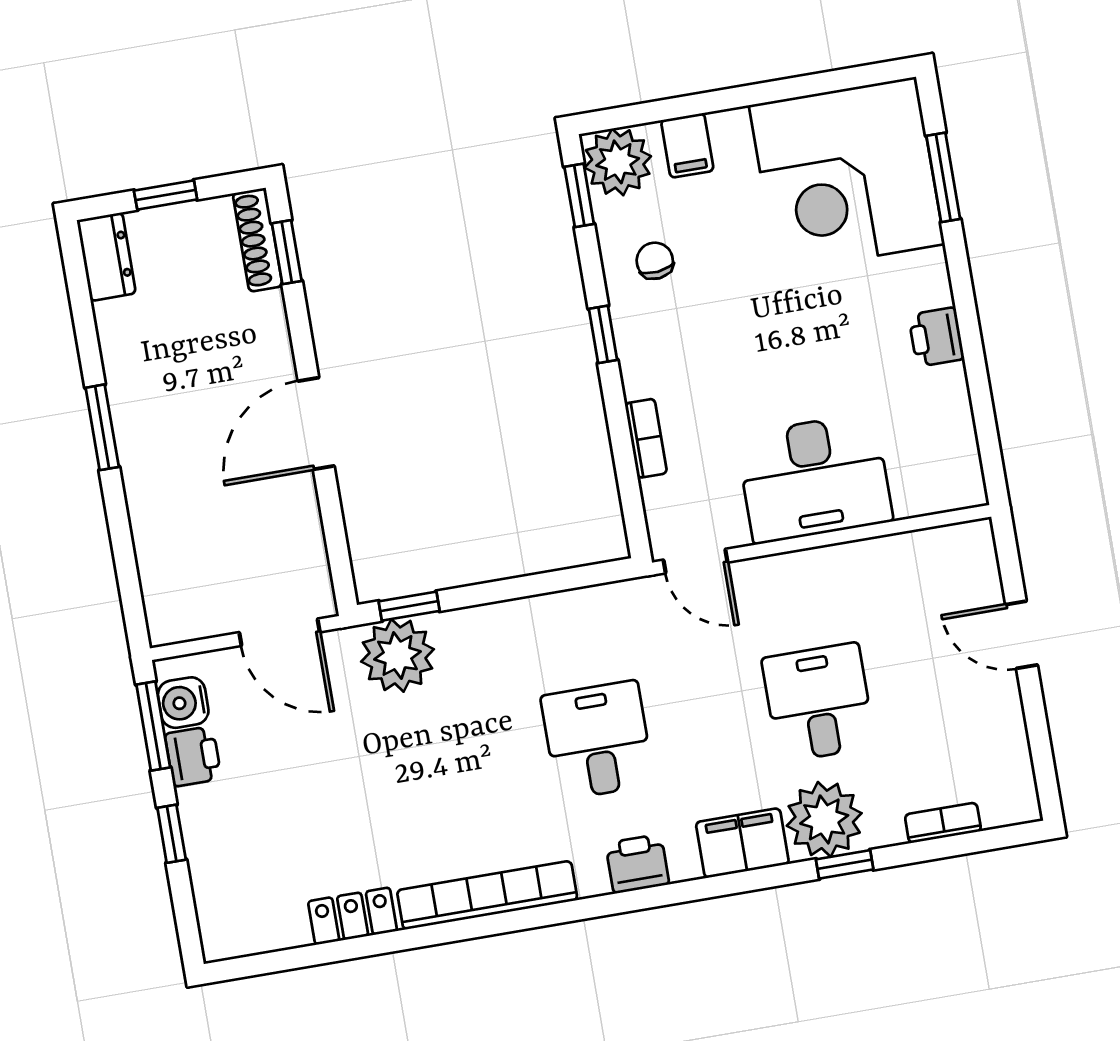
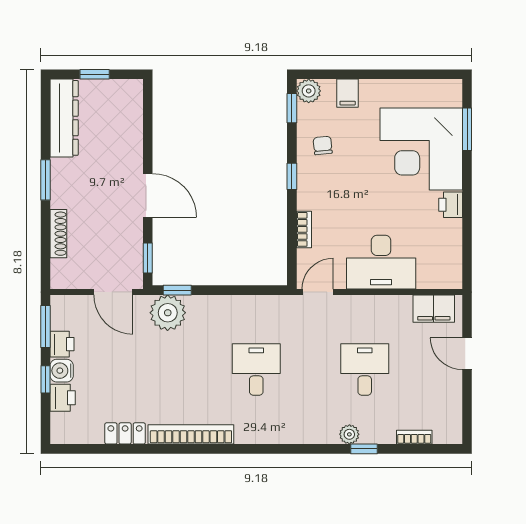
plant: (618, 162) -> (309, 91), width x0.73, depth x0.73
corner desk: (847, 175) -> (421, 149), moved
shoe rack: (258, 240) -> (58, 234), moved, turned 180
window: (287, 252) -> (148, 258), moved
dresser: (106, 257) -> (64, 118), width x1.96, depth x1.24
door: (316, 424) -> (148, 195), swing flipped
door: (695, 561) -> (318, 292), swing flipped
water cooler: (183, 703) -> (62, 371), moved
plant: (824, 819) -> (349, 434), width x0.53, depth x0.53
filing cabinet: (742, 843) -> (434, 309), moved, turned 180
printer: (637, 864) -> (63, 398), moved, turned 90

